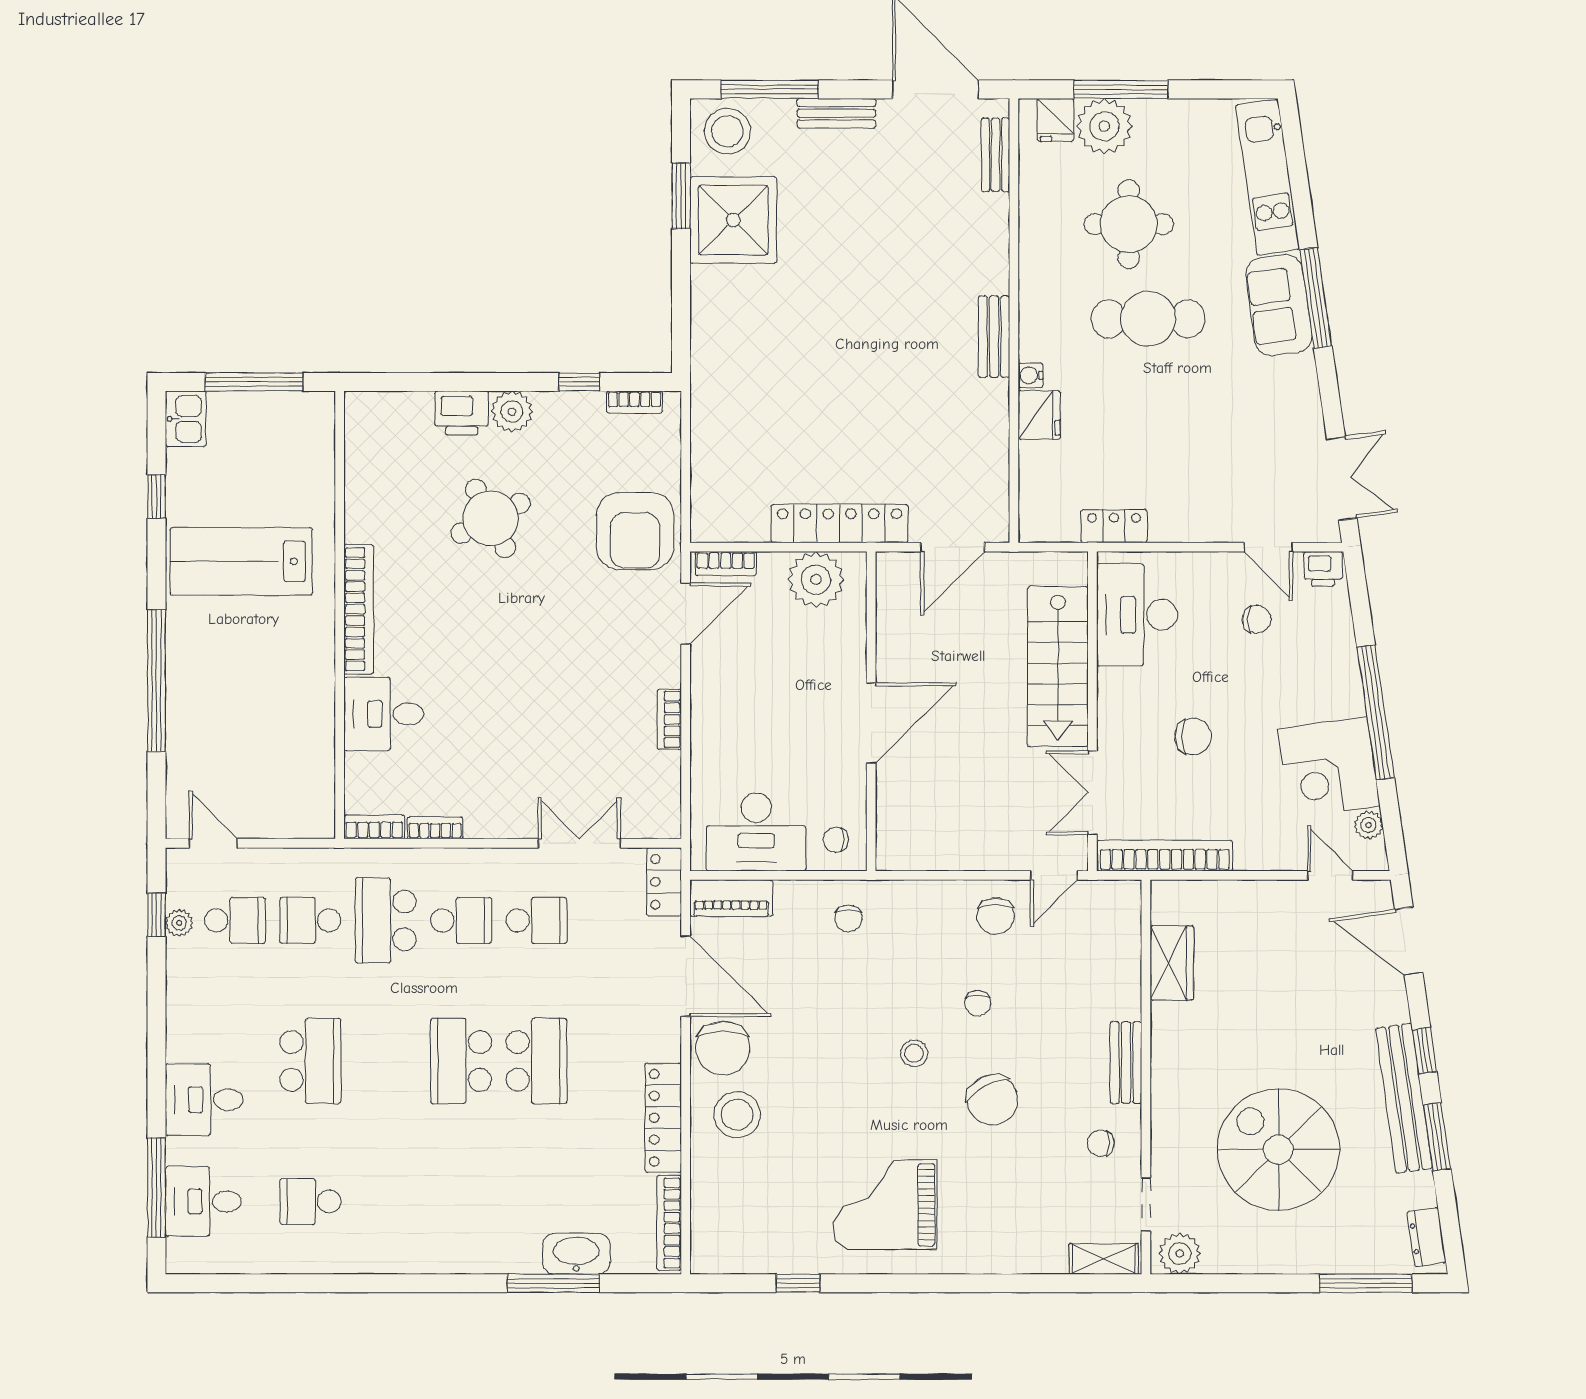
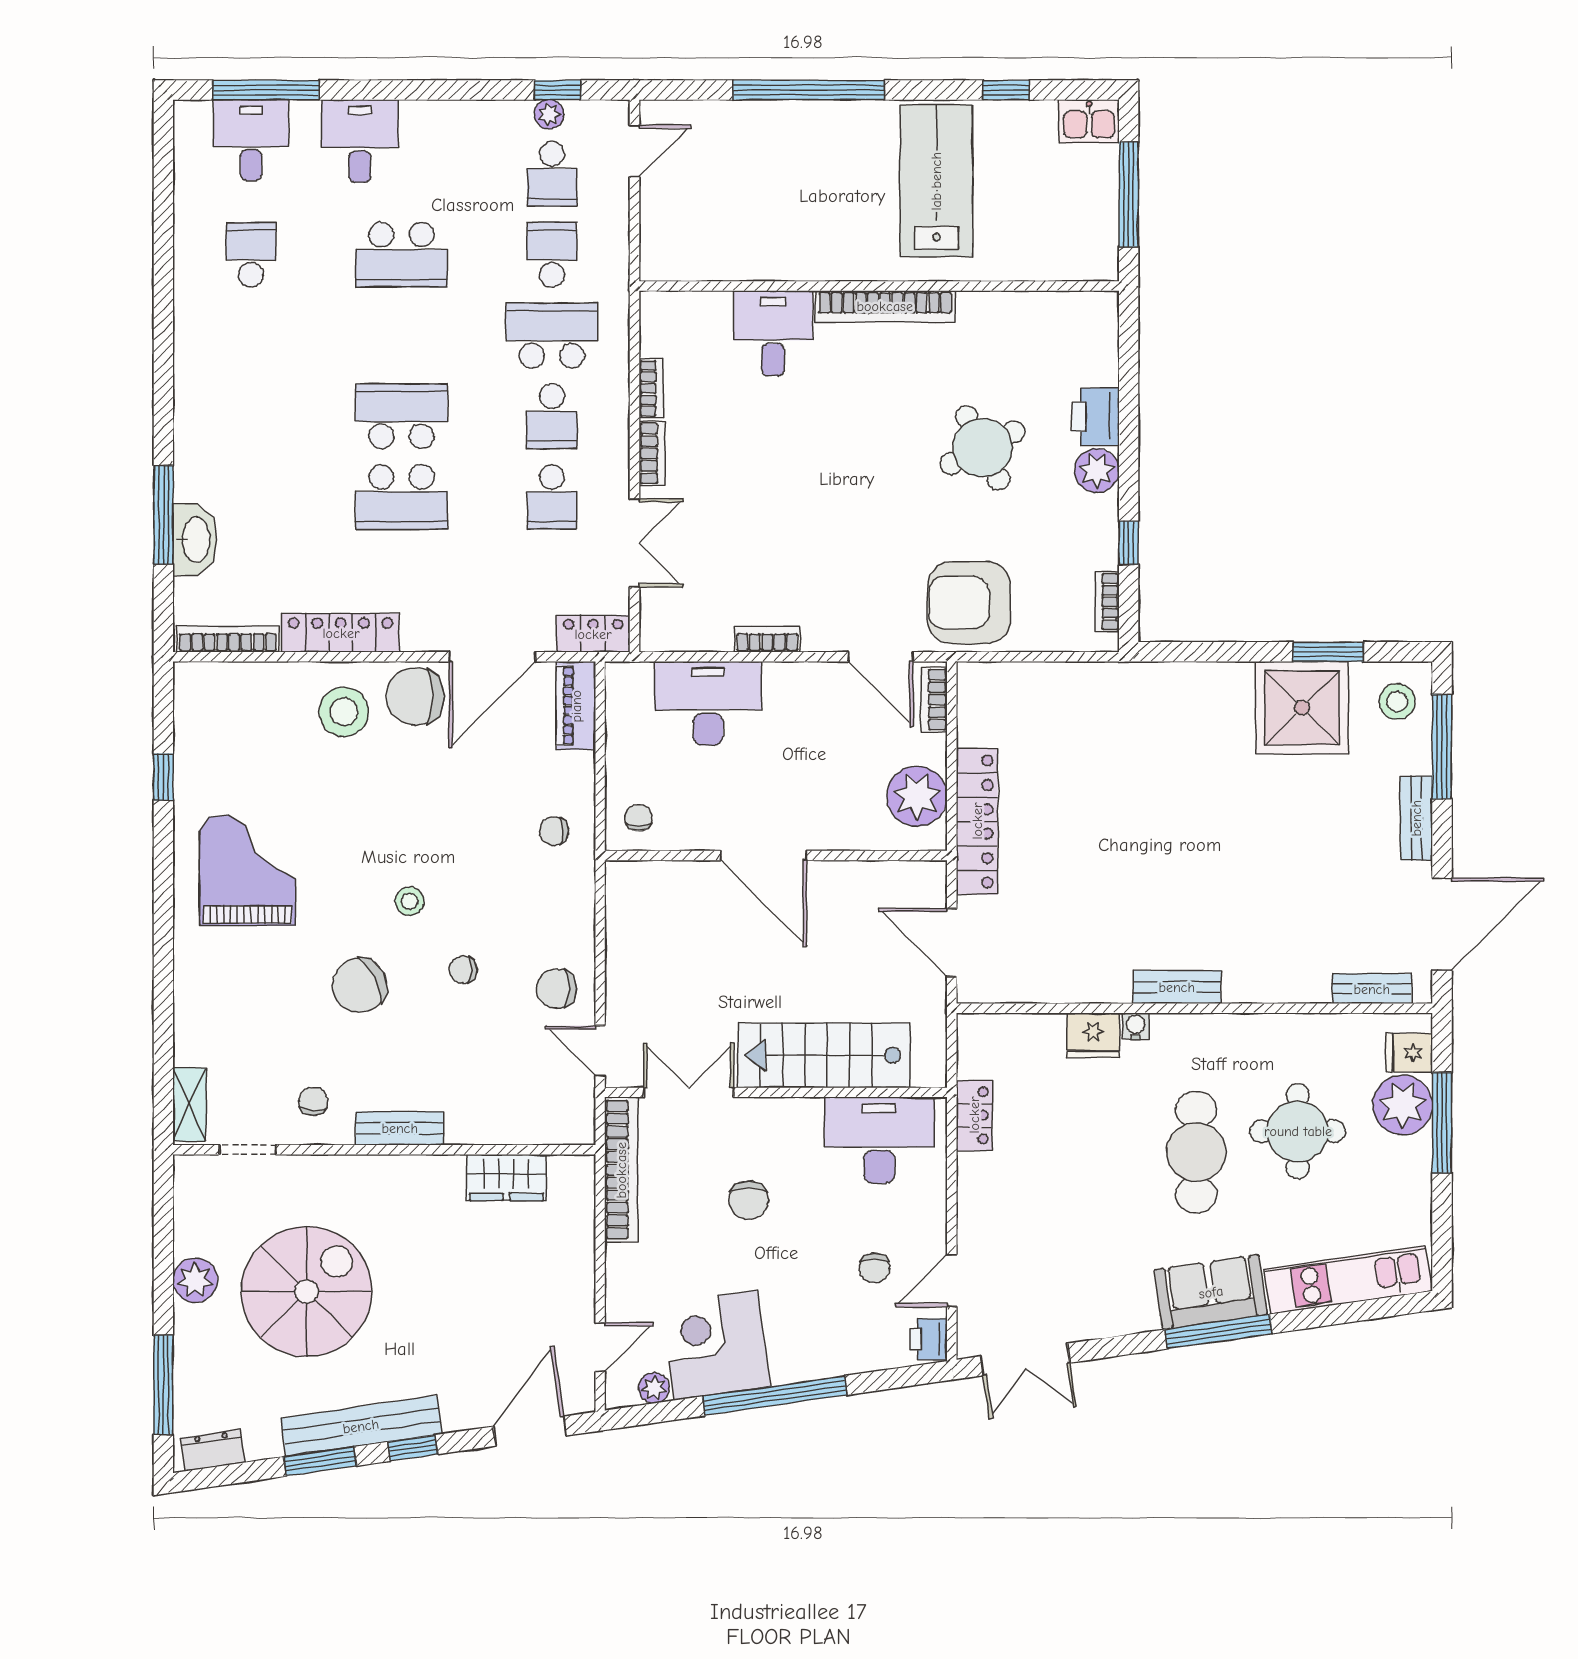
stool: (727, 131) -> (1397, 701), width x0.73, depth x0.73
bookcase: (374, 827) -> (652, 454), moved
desk: (756, 832) -> (708, 703), moved, turned 90
plant: (1180, 1253) -> (195, 1280), moved

